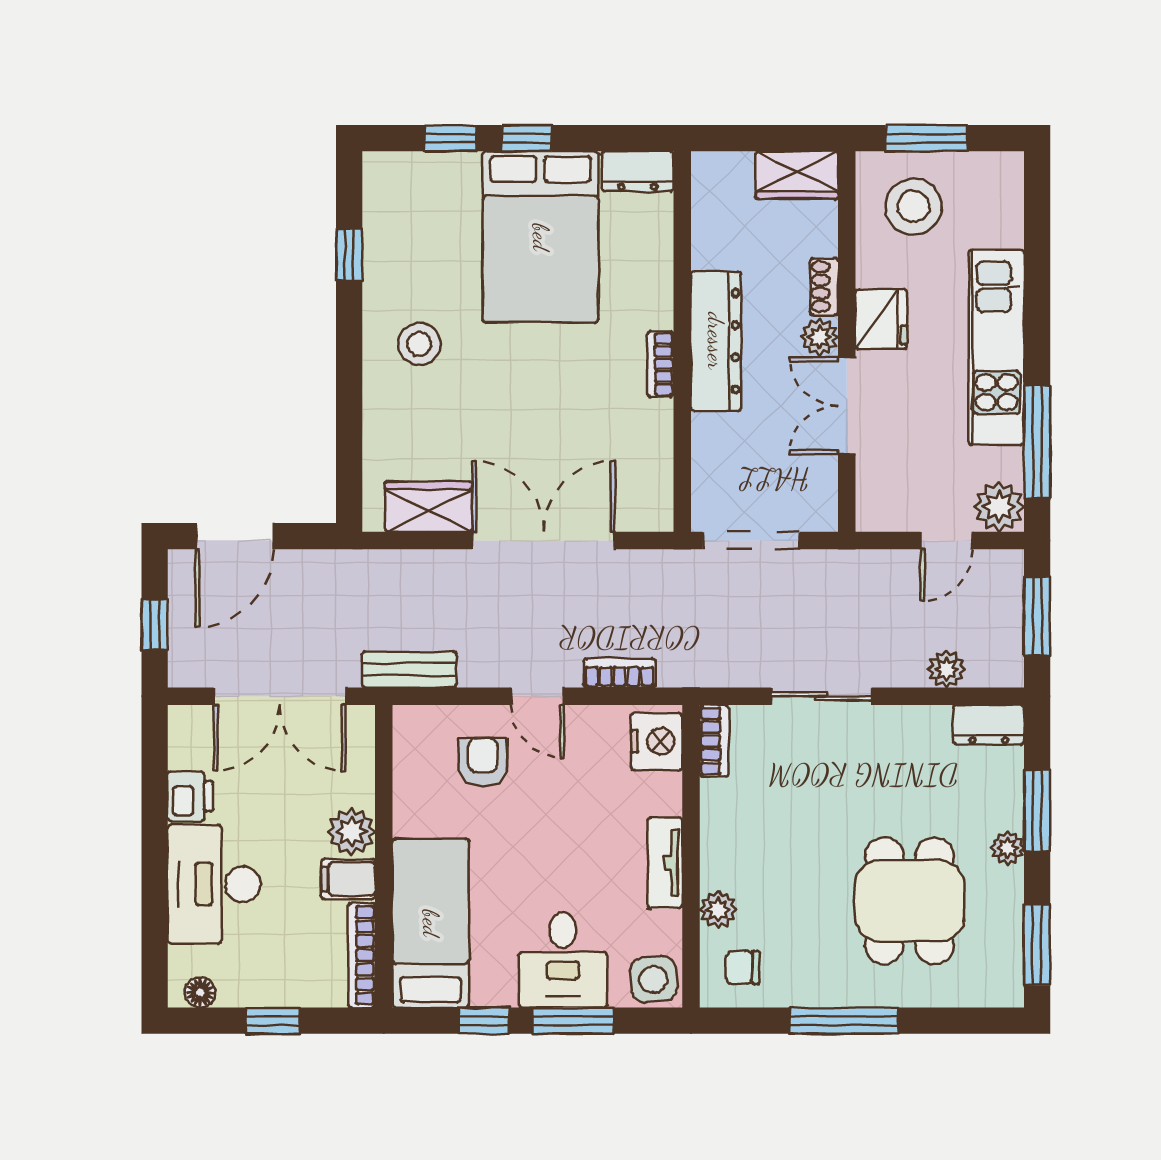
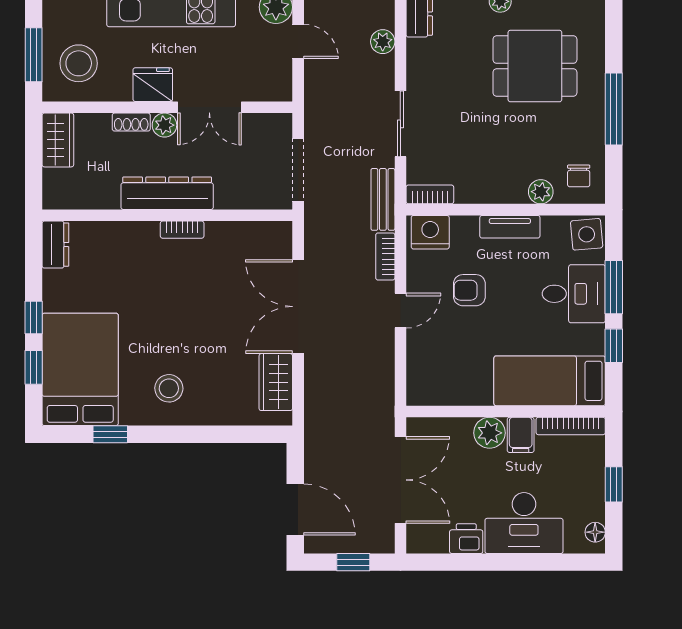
bed: (541, 237) -> (80, 369), moved, turned -90
bench: (409, 670) -> (383, 199), moved
armchair: (483, 762) -> (469, 290), moved

